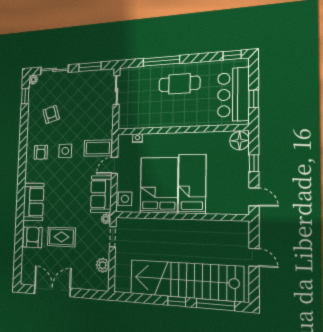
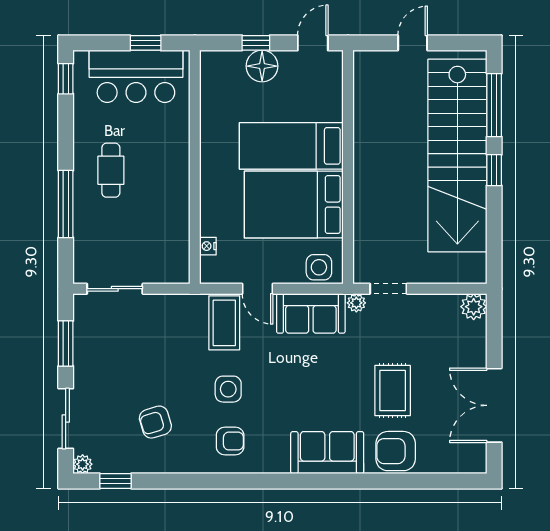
cafe table: (179, 84) -> (111, 170), width x0.73, depth x0.74
floor lamp: (240, 141) -> (262, 66), moved
plant: (103, 265) -> (474, 307), moved

